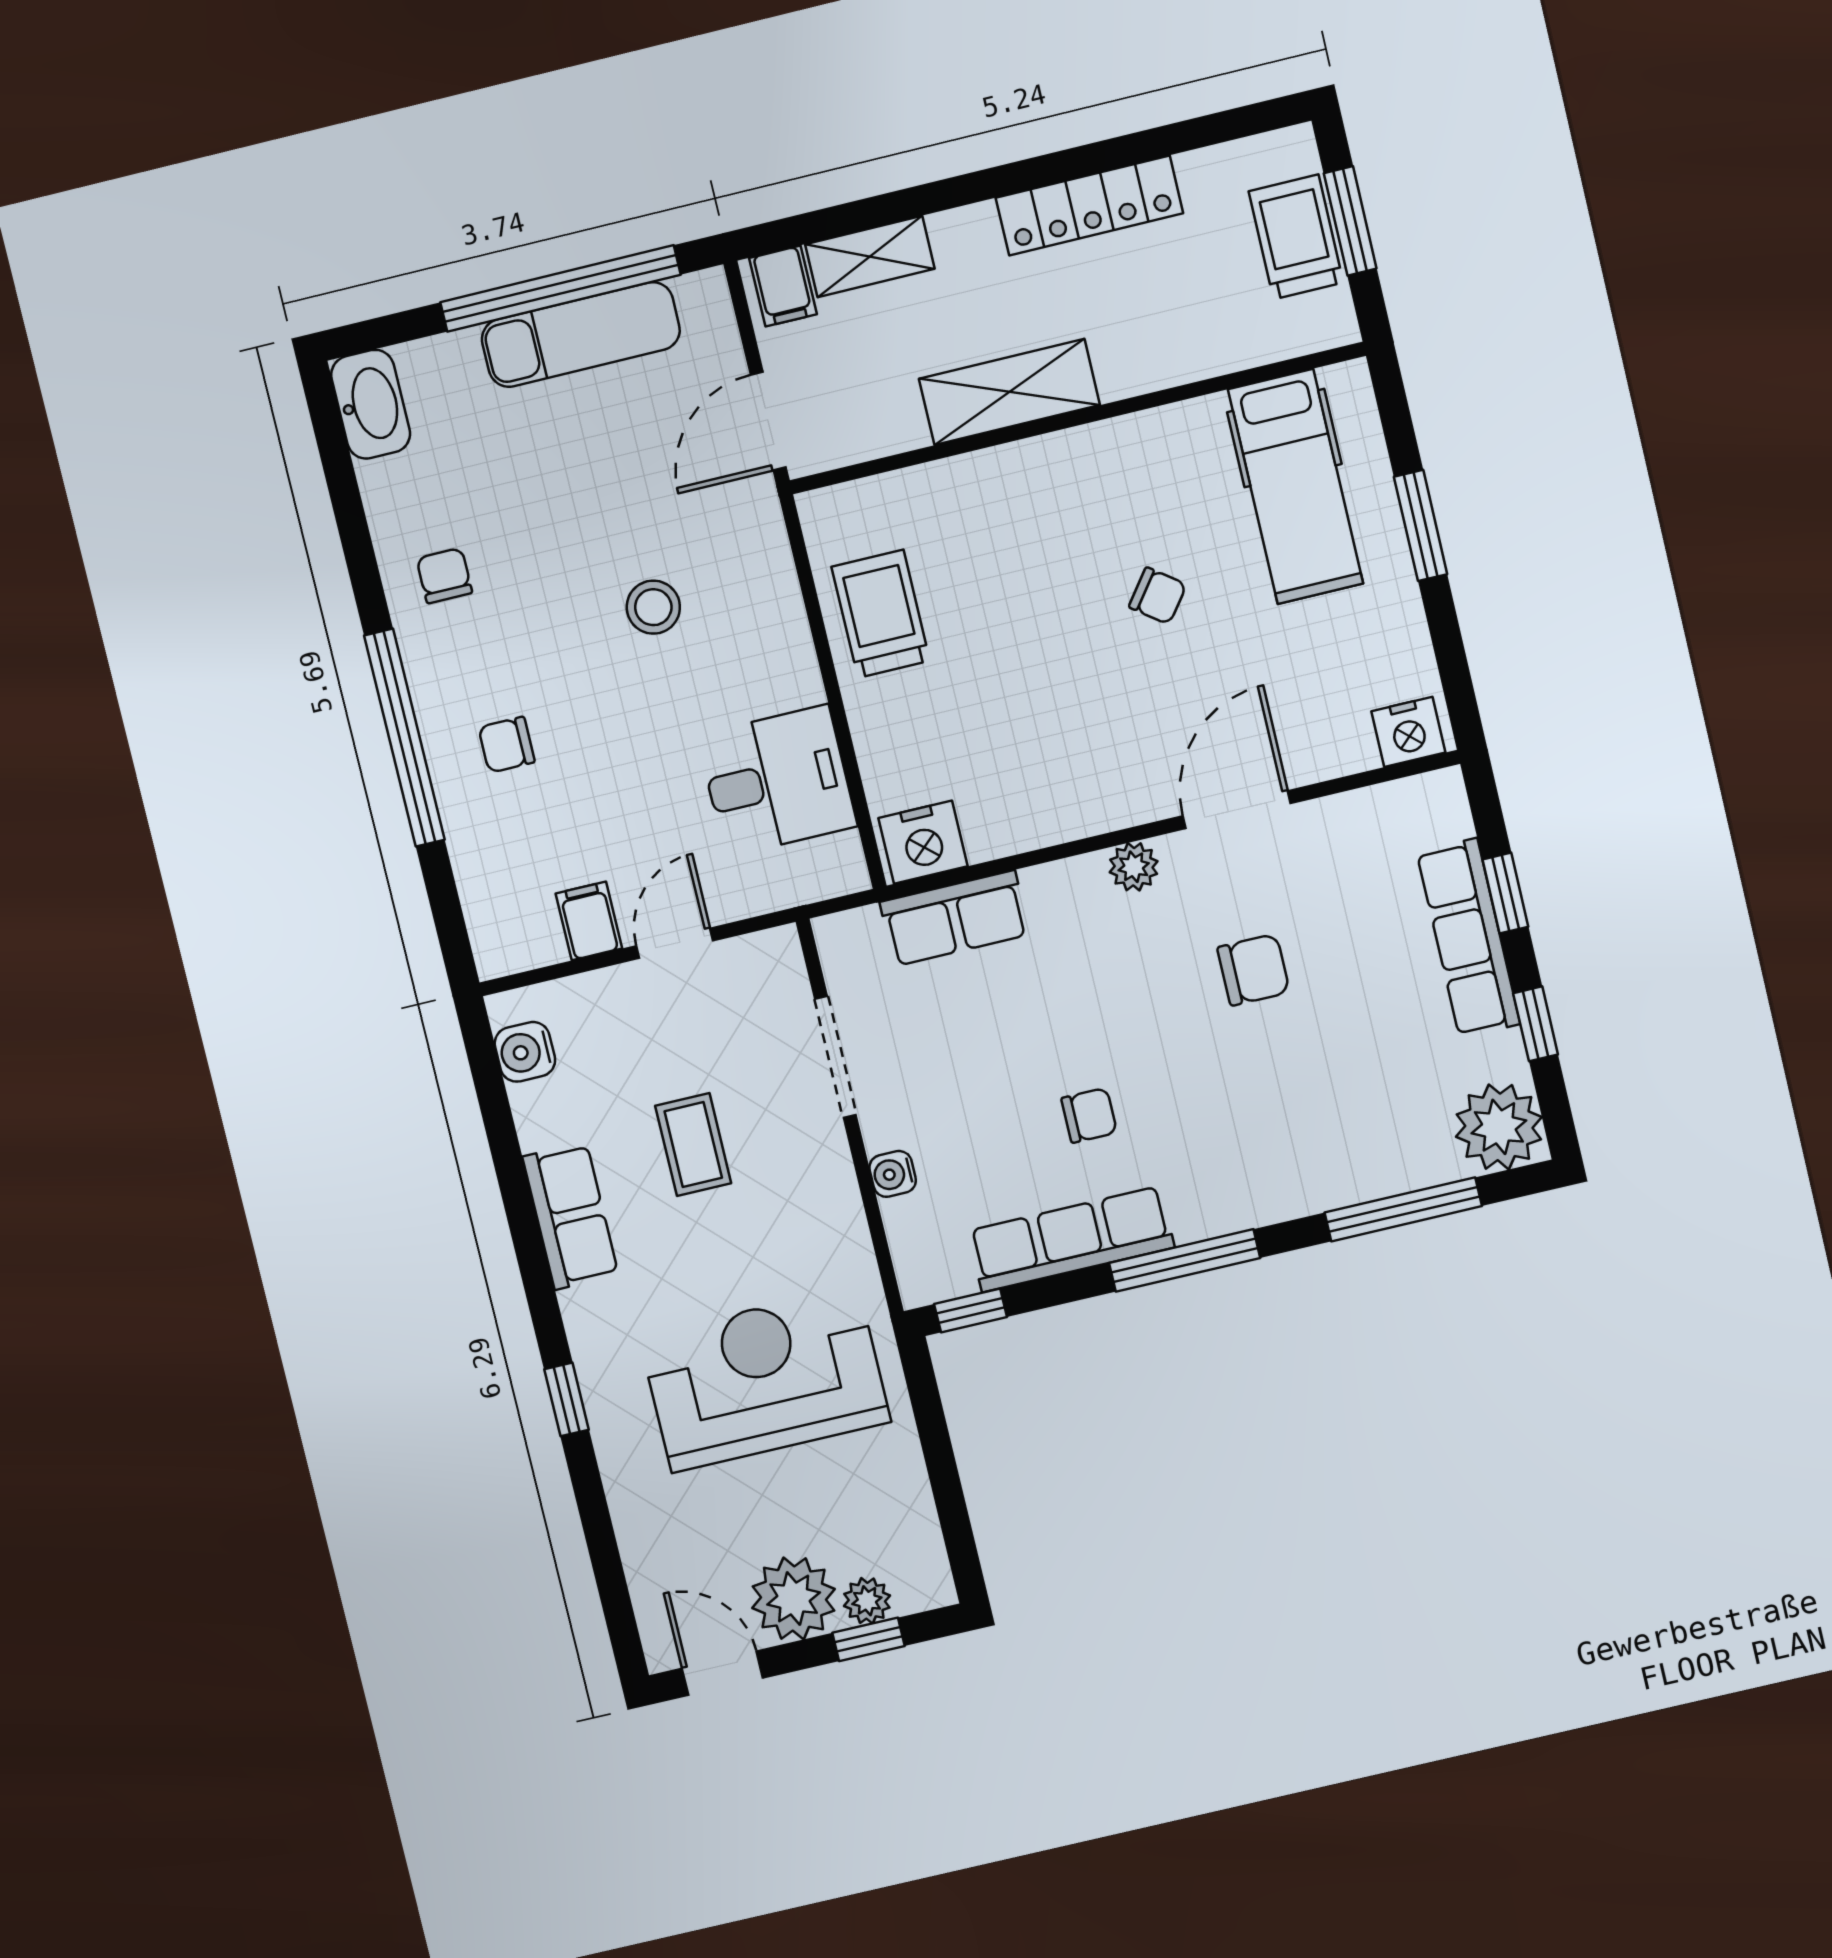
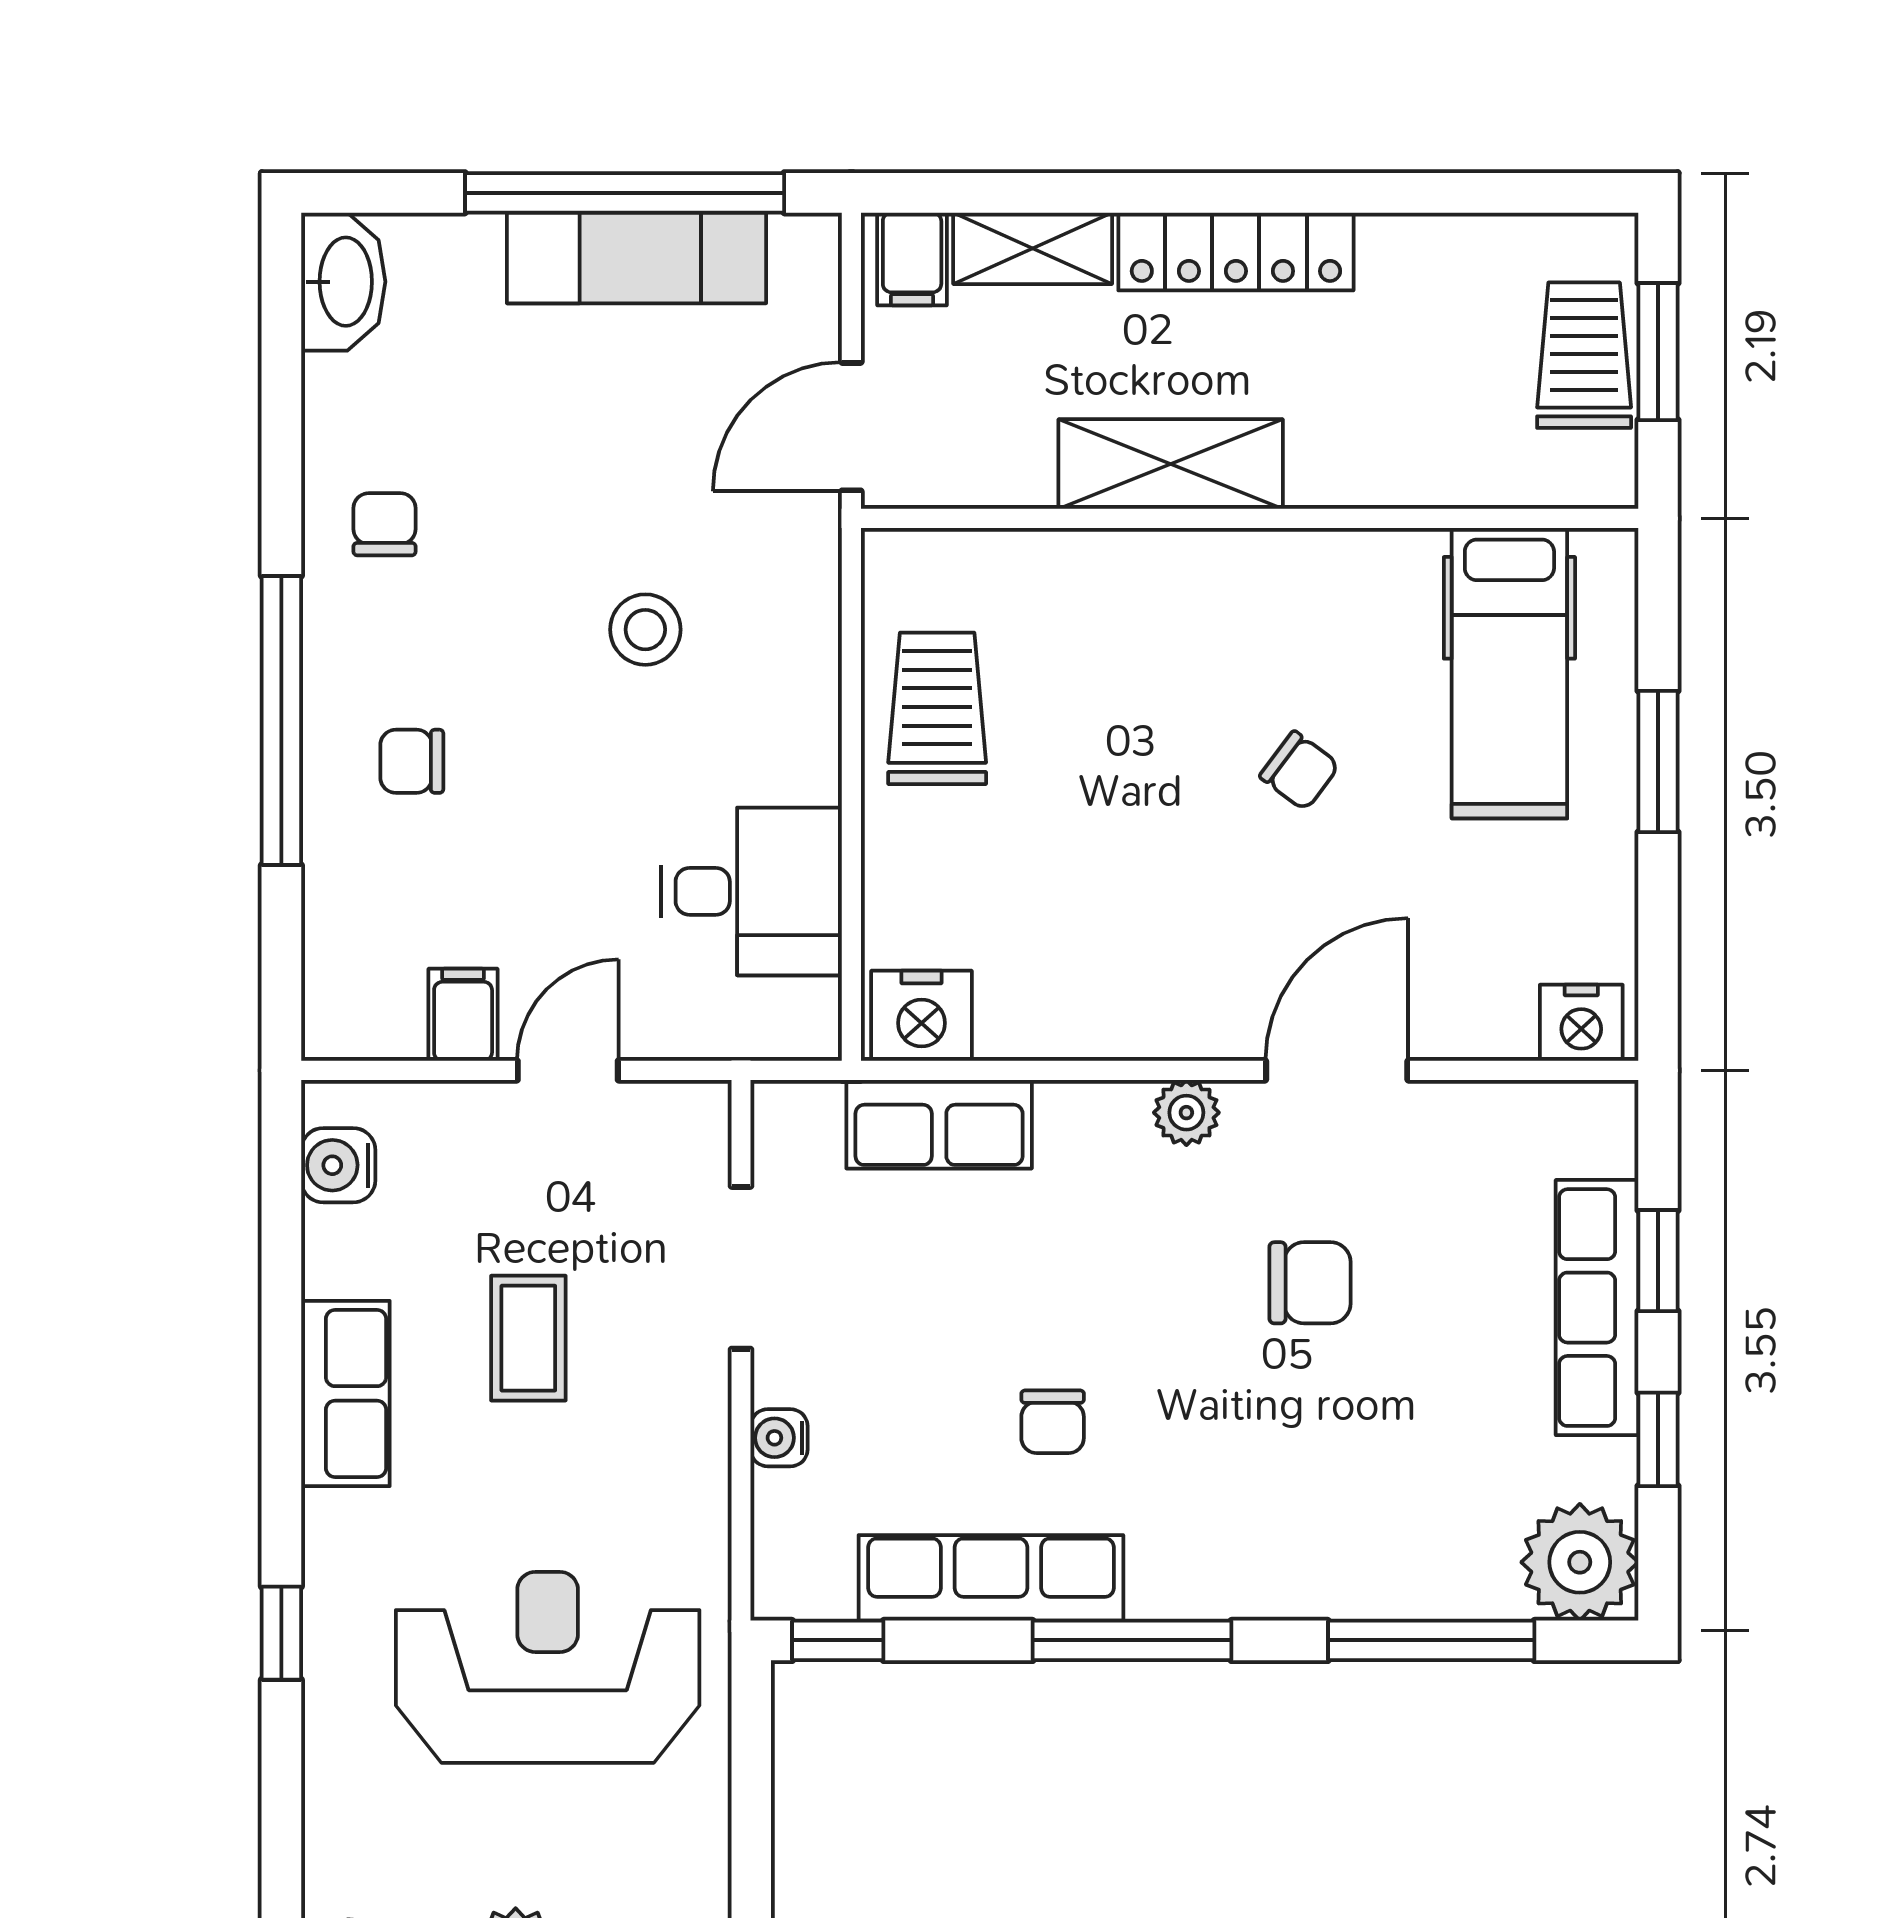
locker: (1089, 206) -> (1236, 251), moved
chair: (1089, 1115) -> (1053, 1422), turned 90

